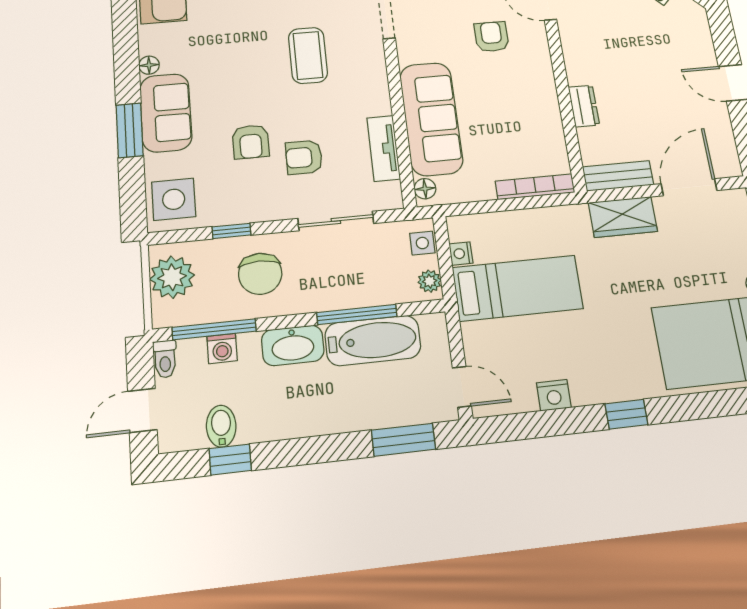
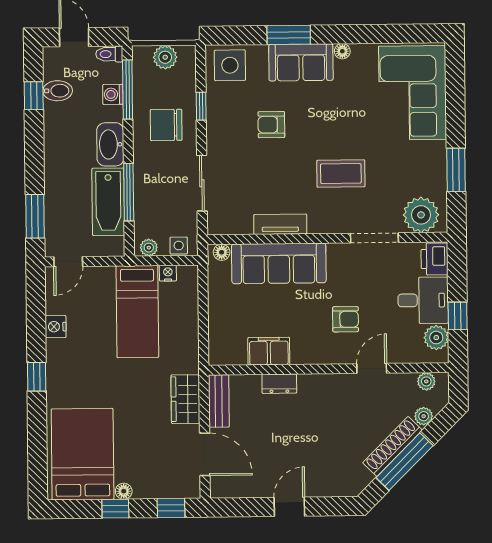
filing cabinet: (545, 122) -> (269, 351), added
tv unit: (384, 148) -> (280, 224), moved
armchair: (304, 157) -> (255, 164), removed
bookcase: (535, 187) -> (216, 336), removed
plant: (172, 277) -> (165, 57), width x0.73, depth x0.73

